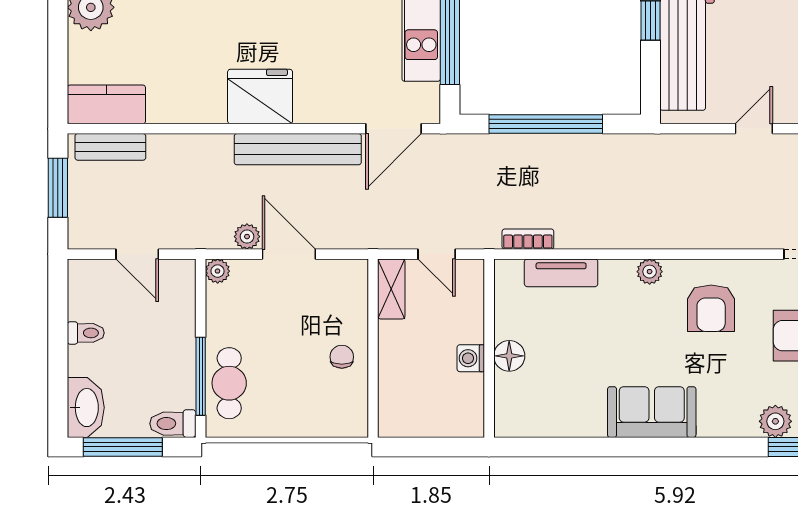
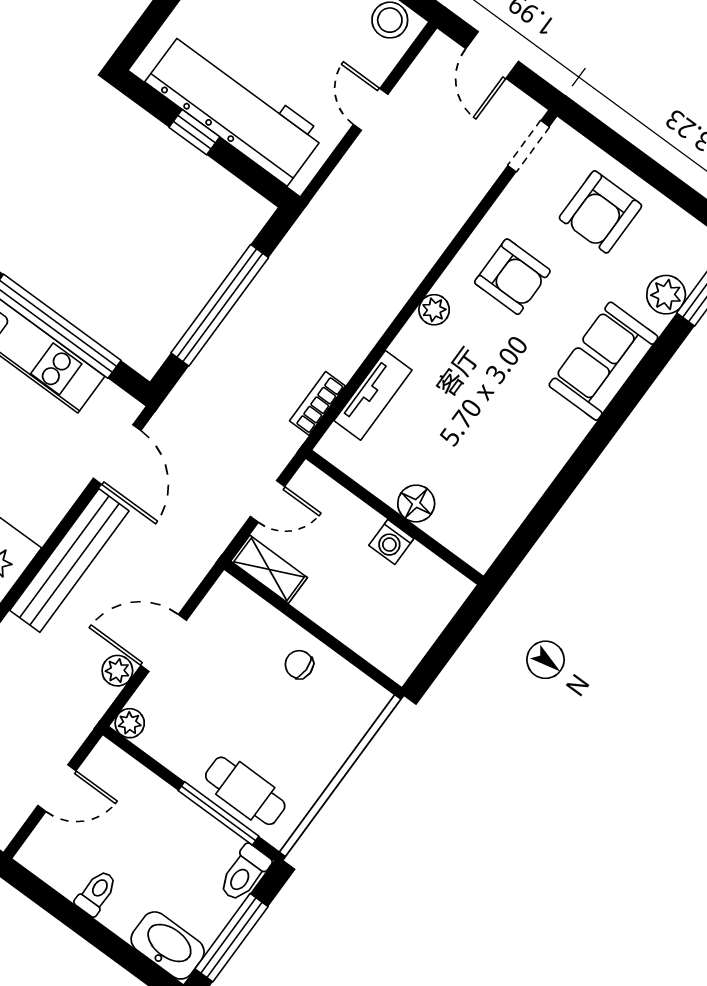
sofa: (652, 412) -> (603, 361), moved

